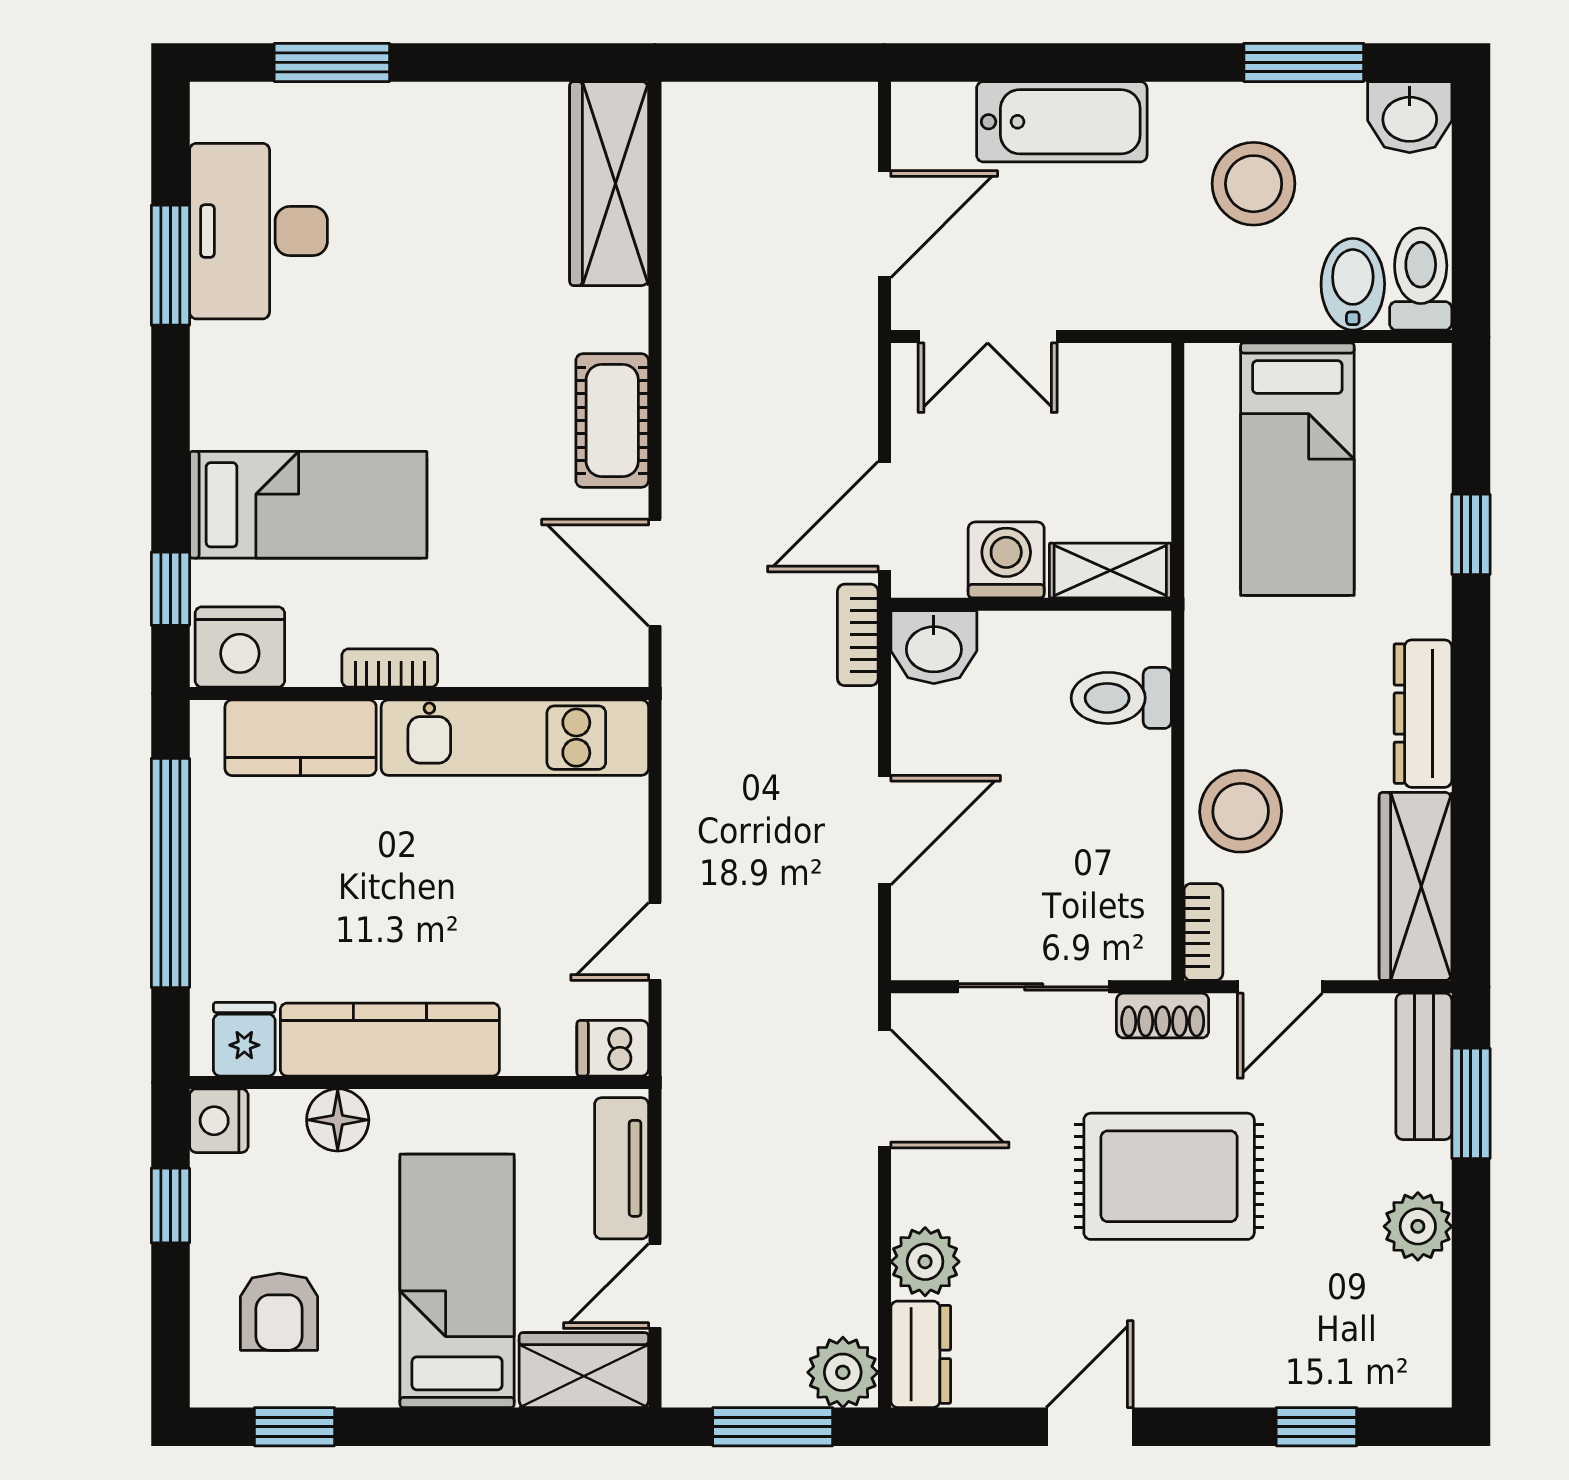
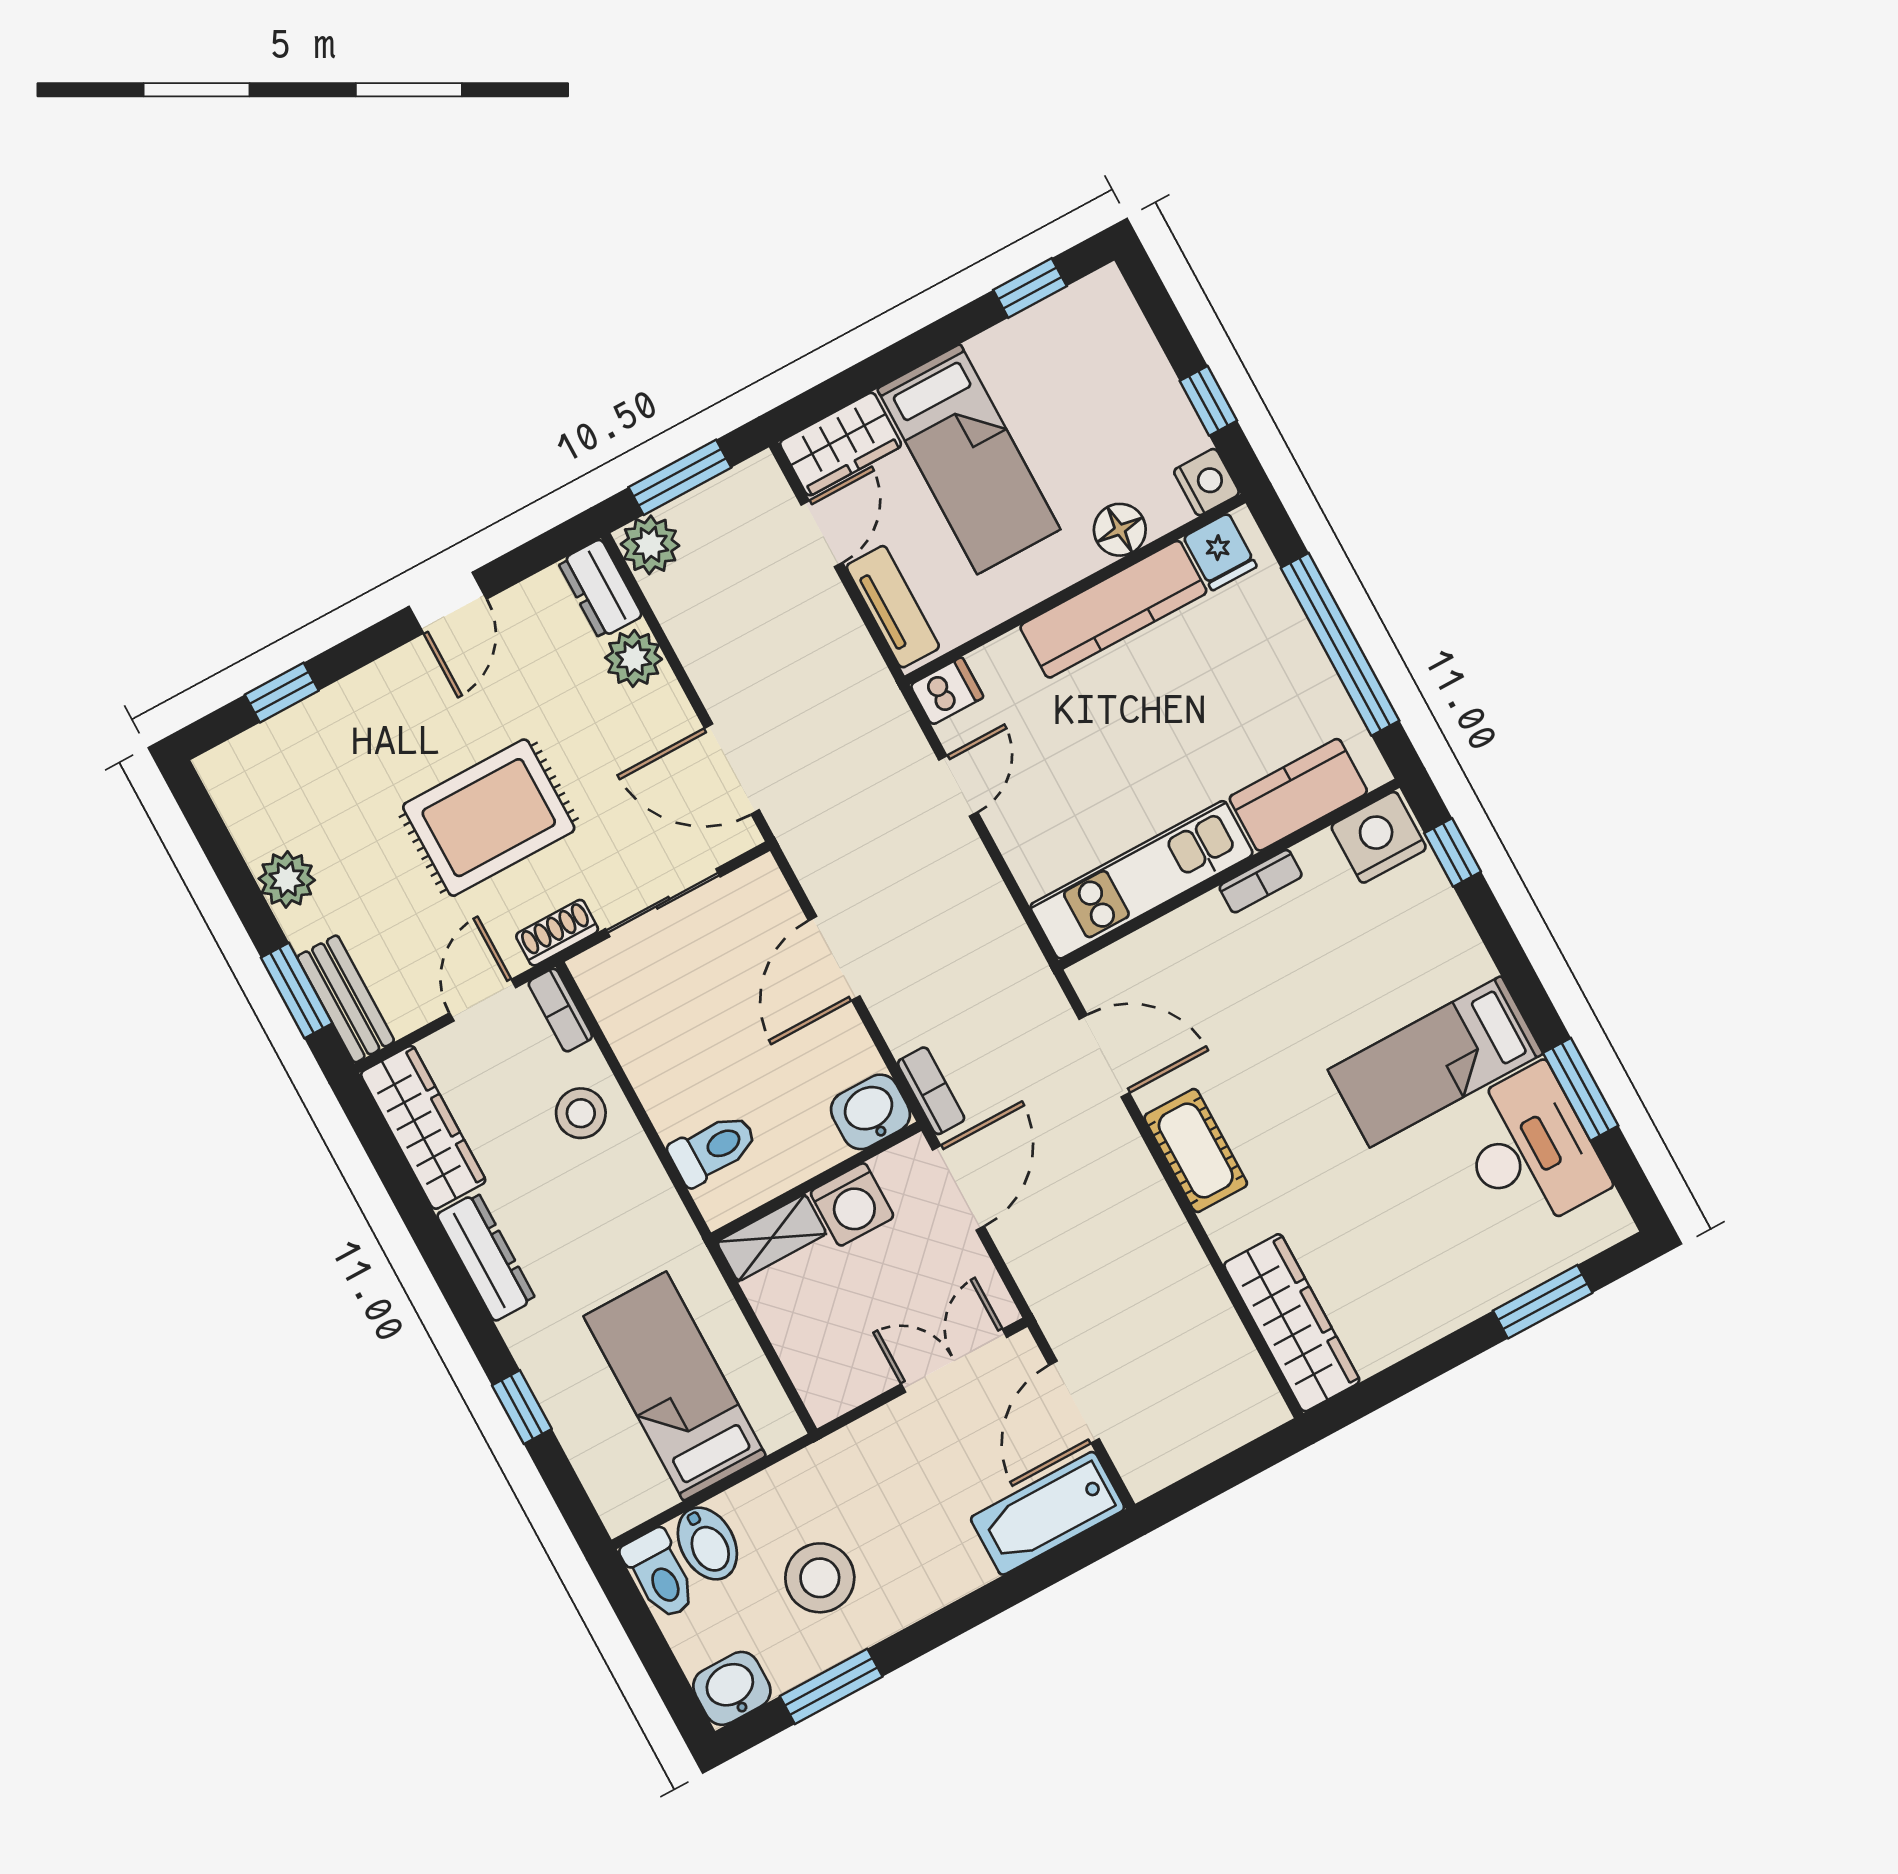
bathtub: (1062, 122) -> (1048, 1513), moved
bed: (308, 505) -> (1435, 1062), moved
stool: (1241, 811) -> (581, 1113), width x0.73, depth x0.73
armchair: (279, 1312) -> (1087, 366), removed

